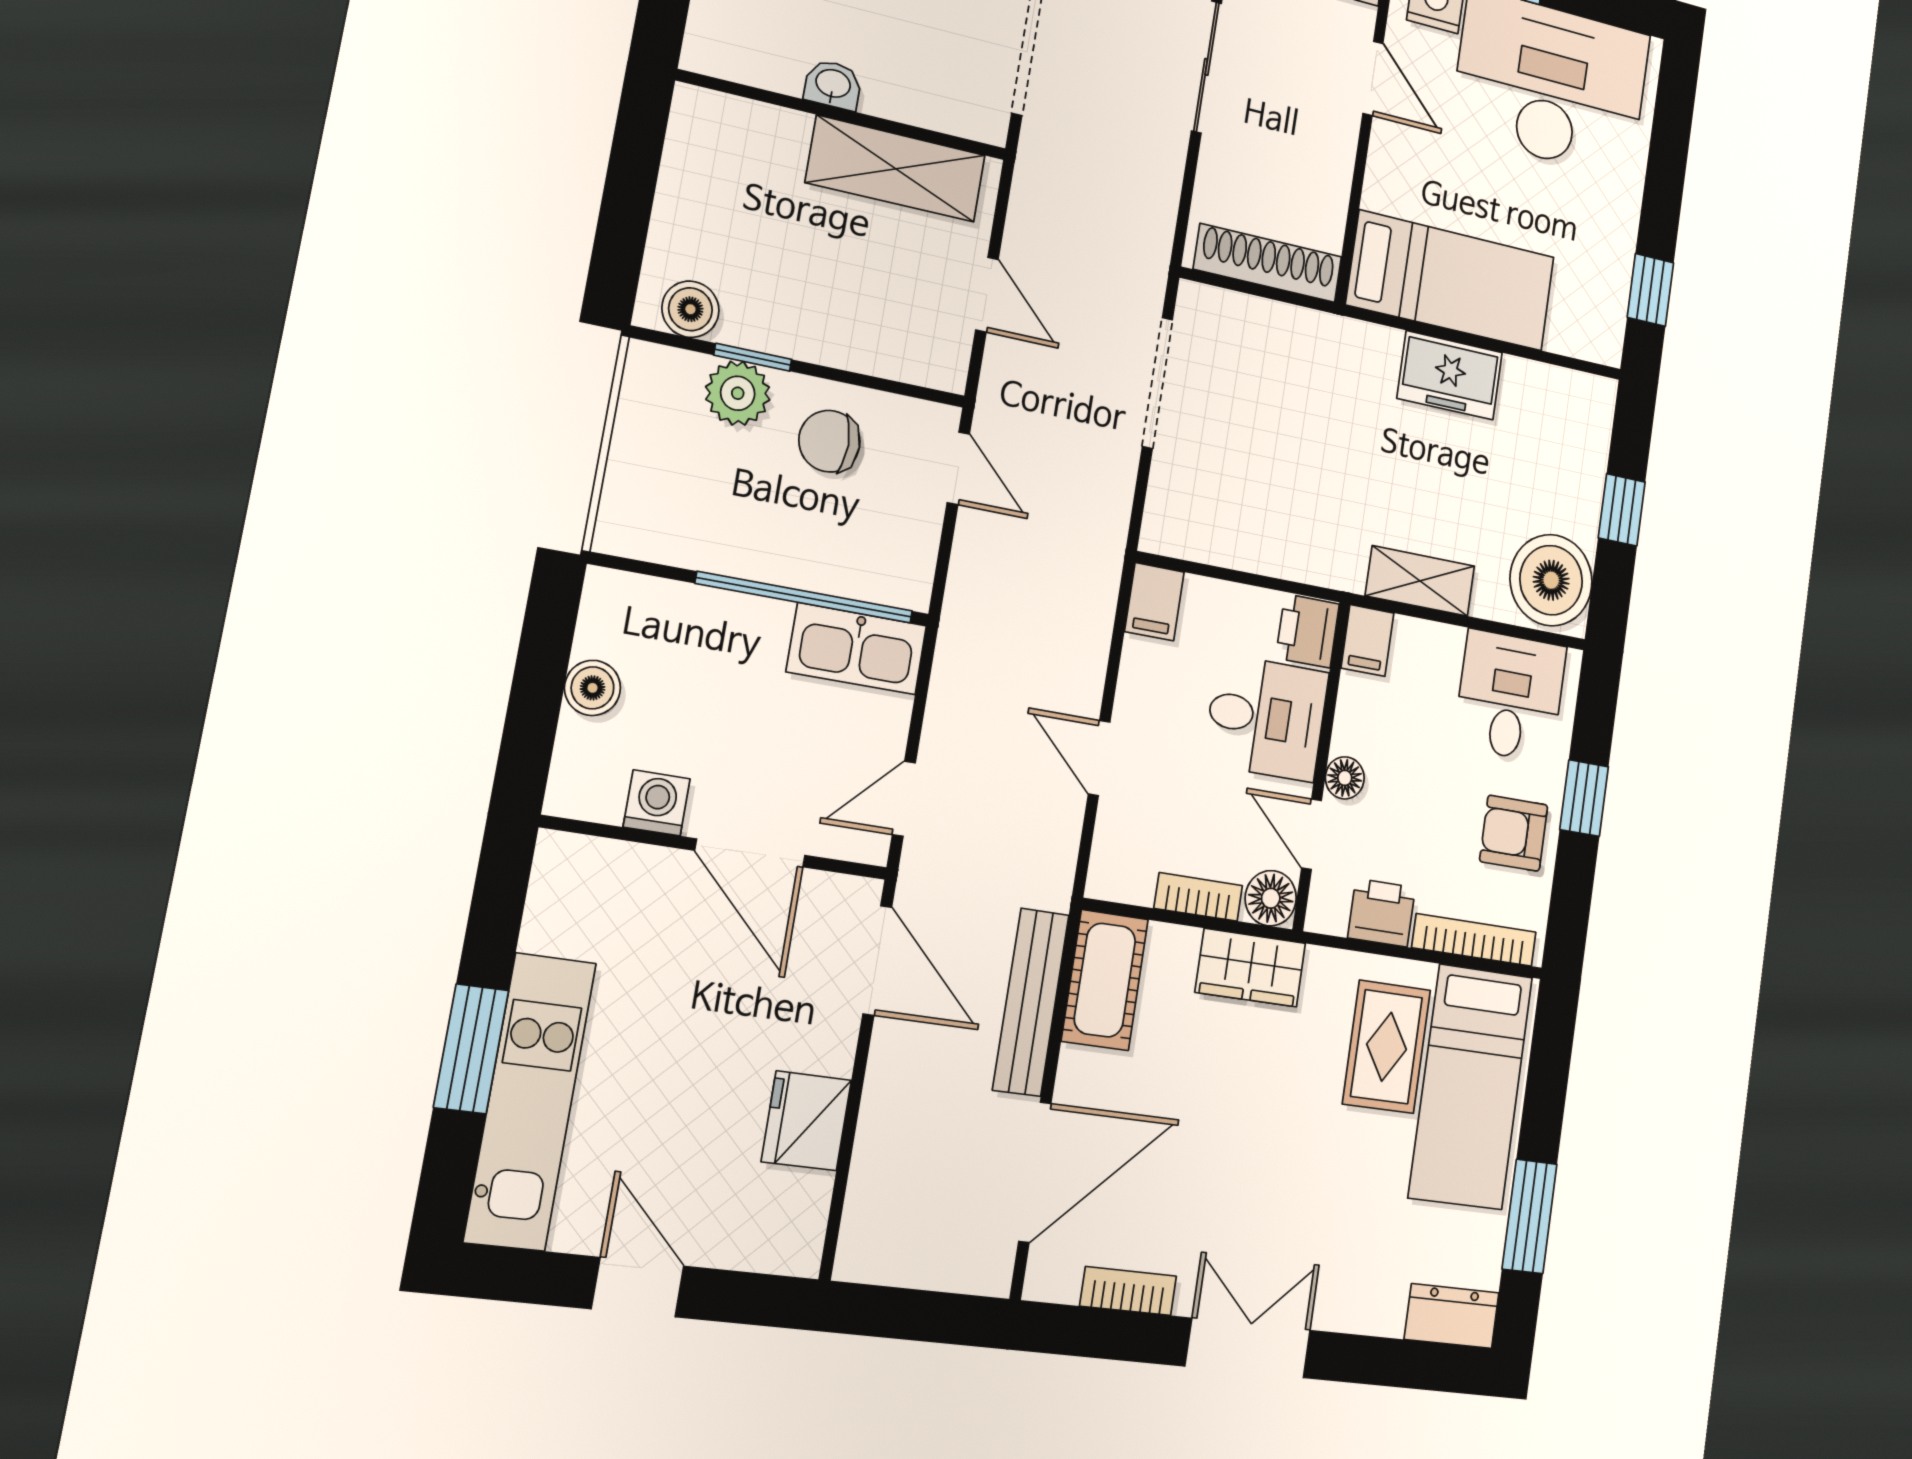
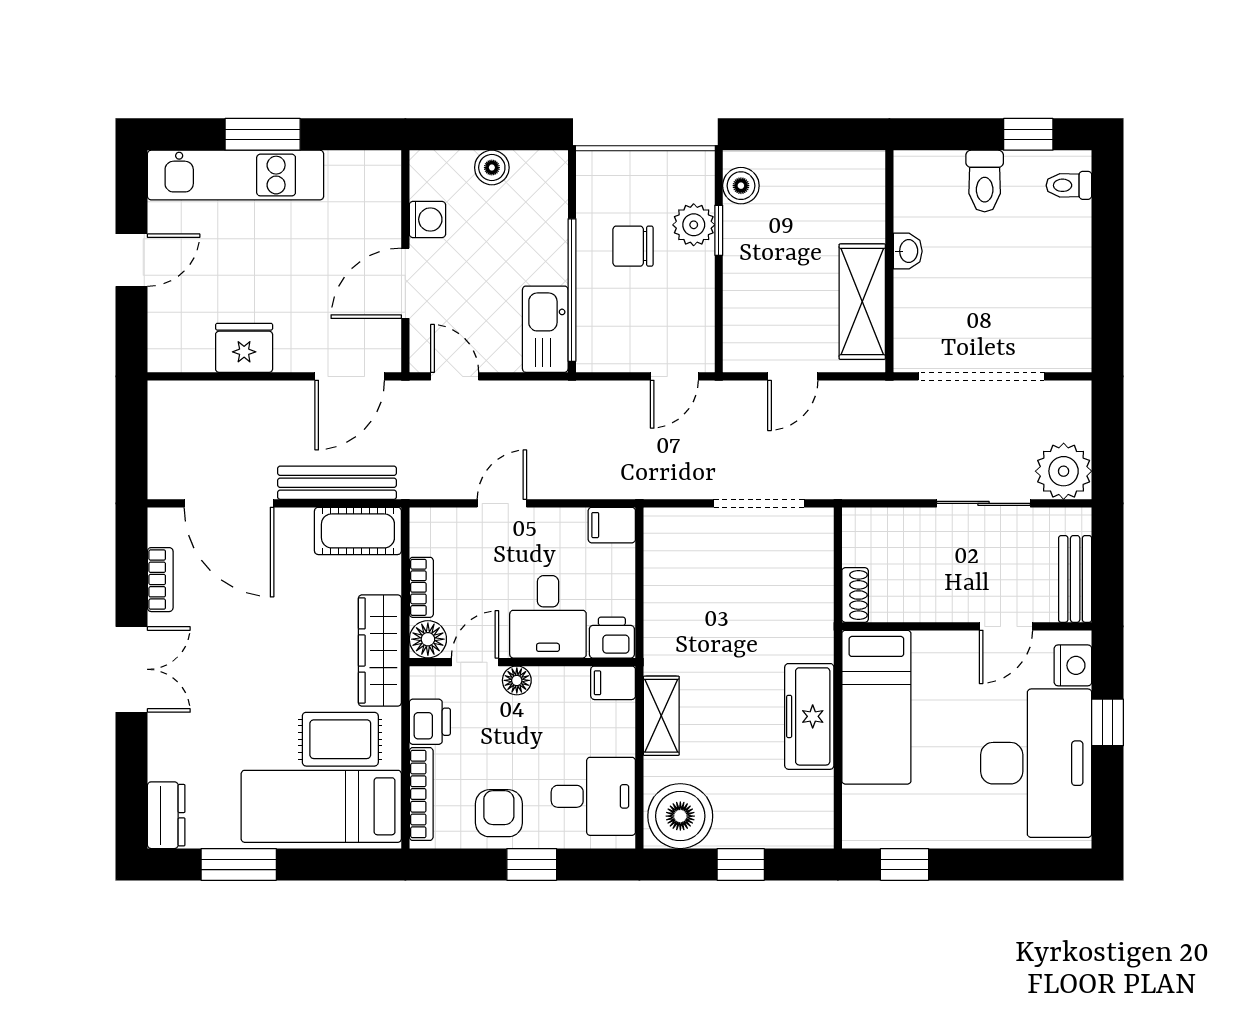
shoe rack: (1268, 263) -> (855, 595), width x0.51, depth x0.81
freezer: (1450, 375) -> (809, 716), width x1.40
chair: (829, 441) -> (633, 246), moved, turned -90
wardrobe: (1251, 968) -> (380, 650), width x1.50

